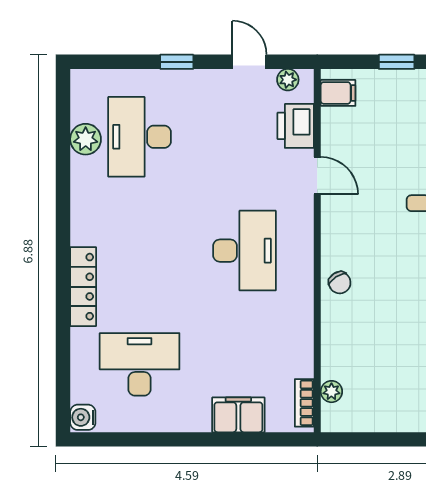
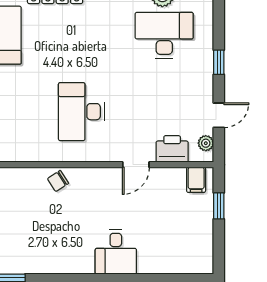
window: (397, 62) -> (219, 206), moved
desk: (244, 251) -> (81, 112), turned 90

